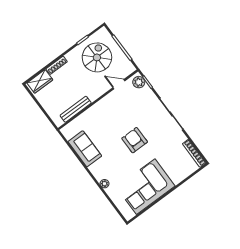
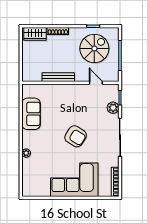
plant: (139, 82) -> (113, 108), moved
bench: (76, 109) -> (58, 77), moved
armchair: (135, 140) -> (76, 136), turned 122
corner sofa: (146, 187) -> (74, 180), moved

